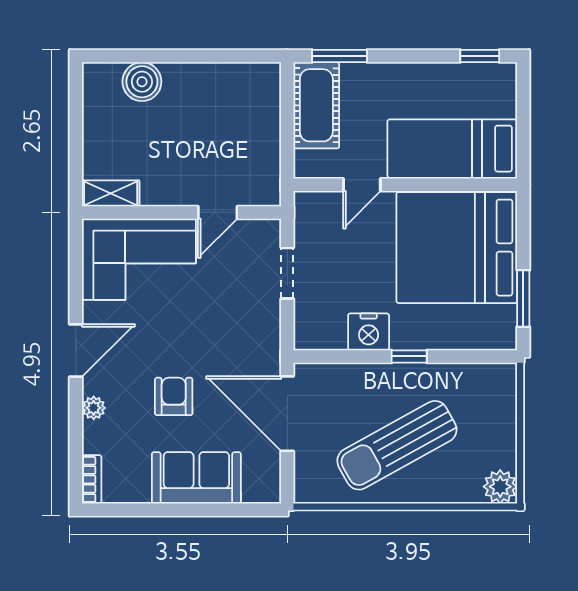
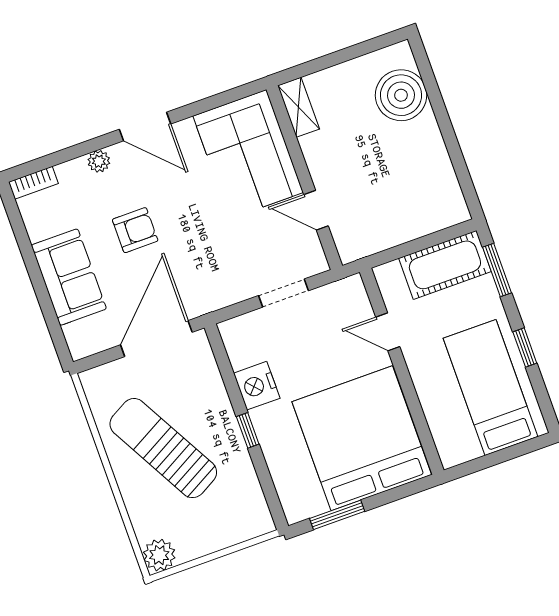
window: (480, 56) -> (525, 347), moved
boiler: (142, 82) -> (401, 95), width x1.37, depth x1.37
bed: (452, 149) -> (490, 387), moved

